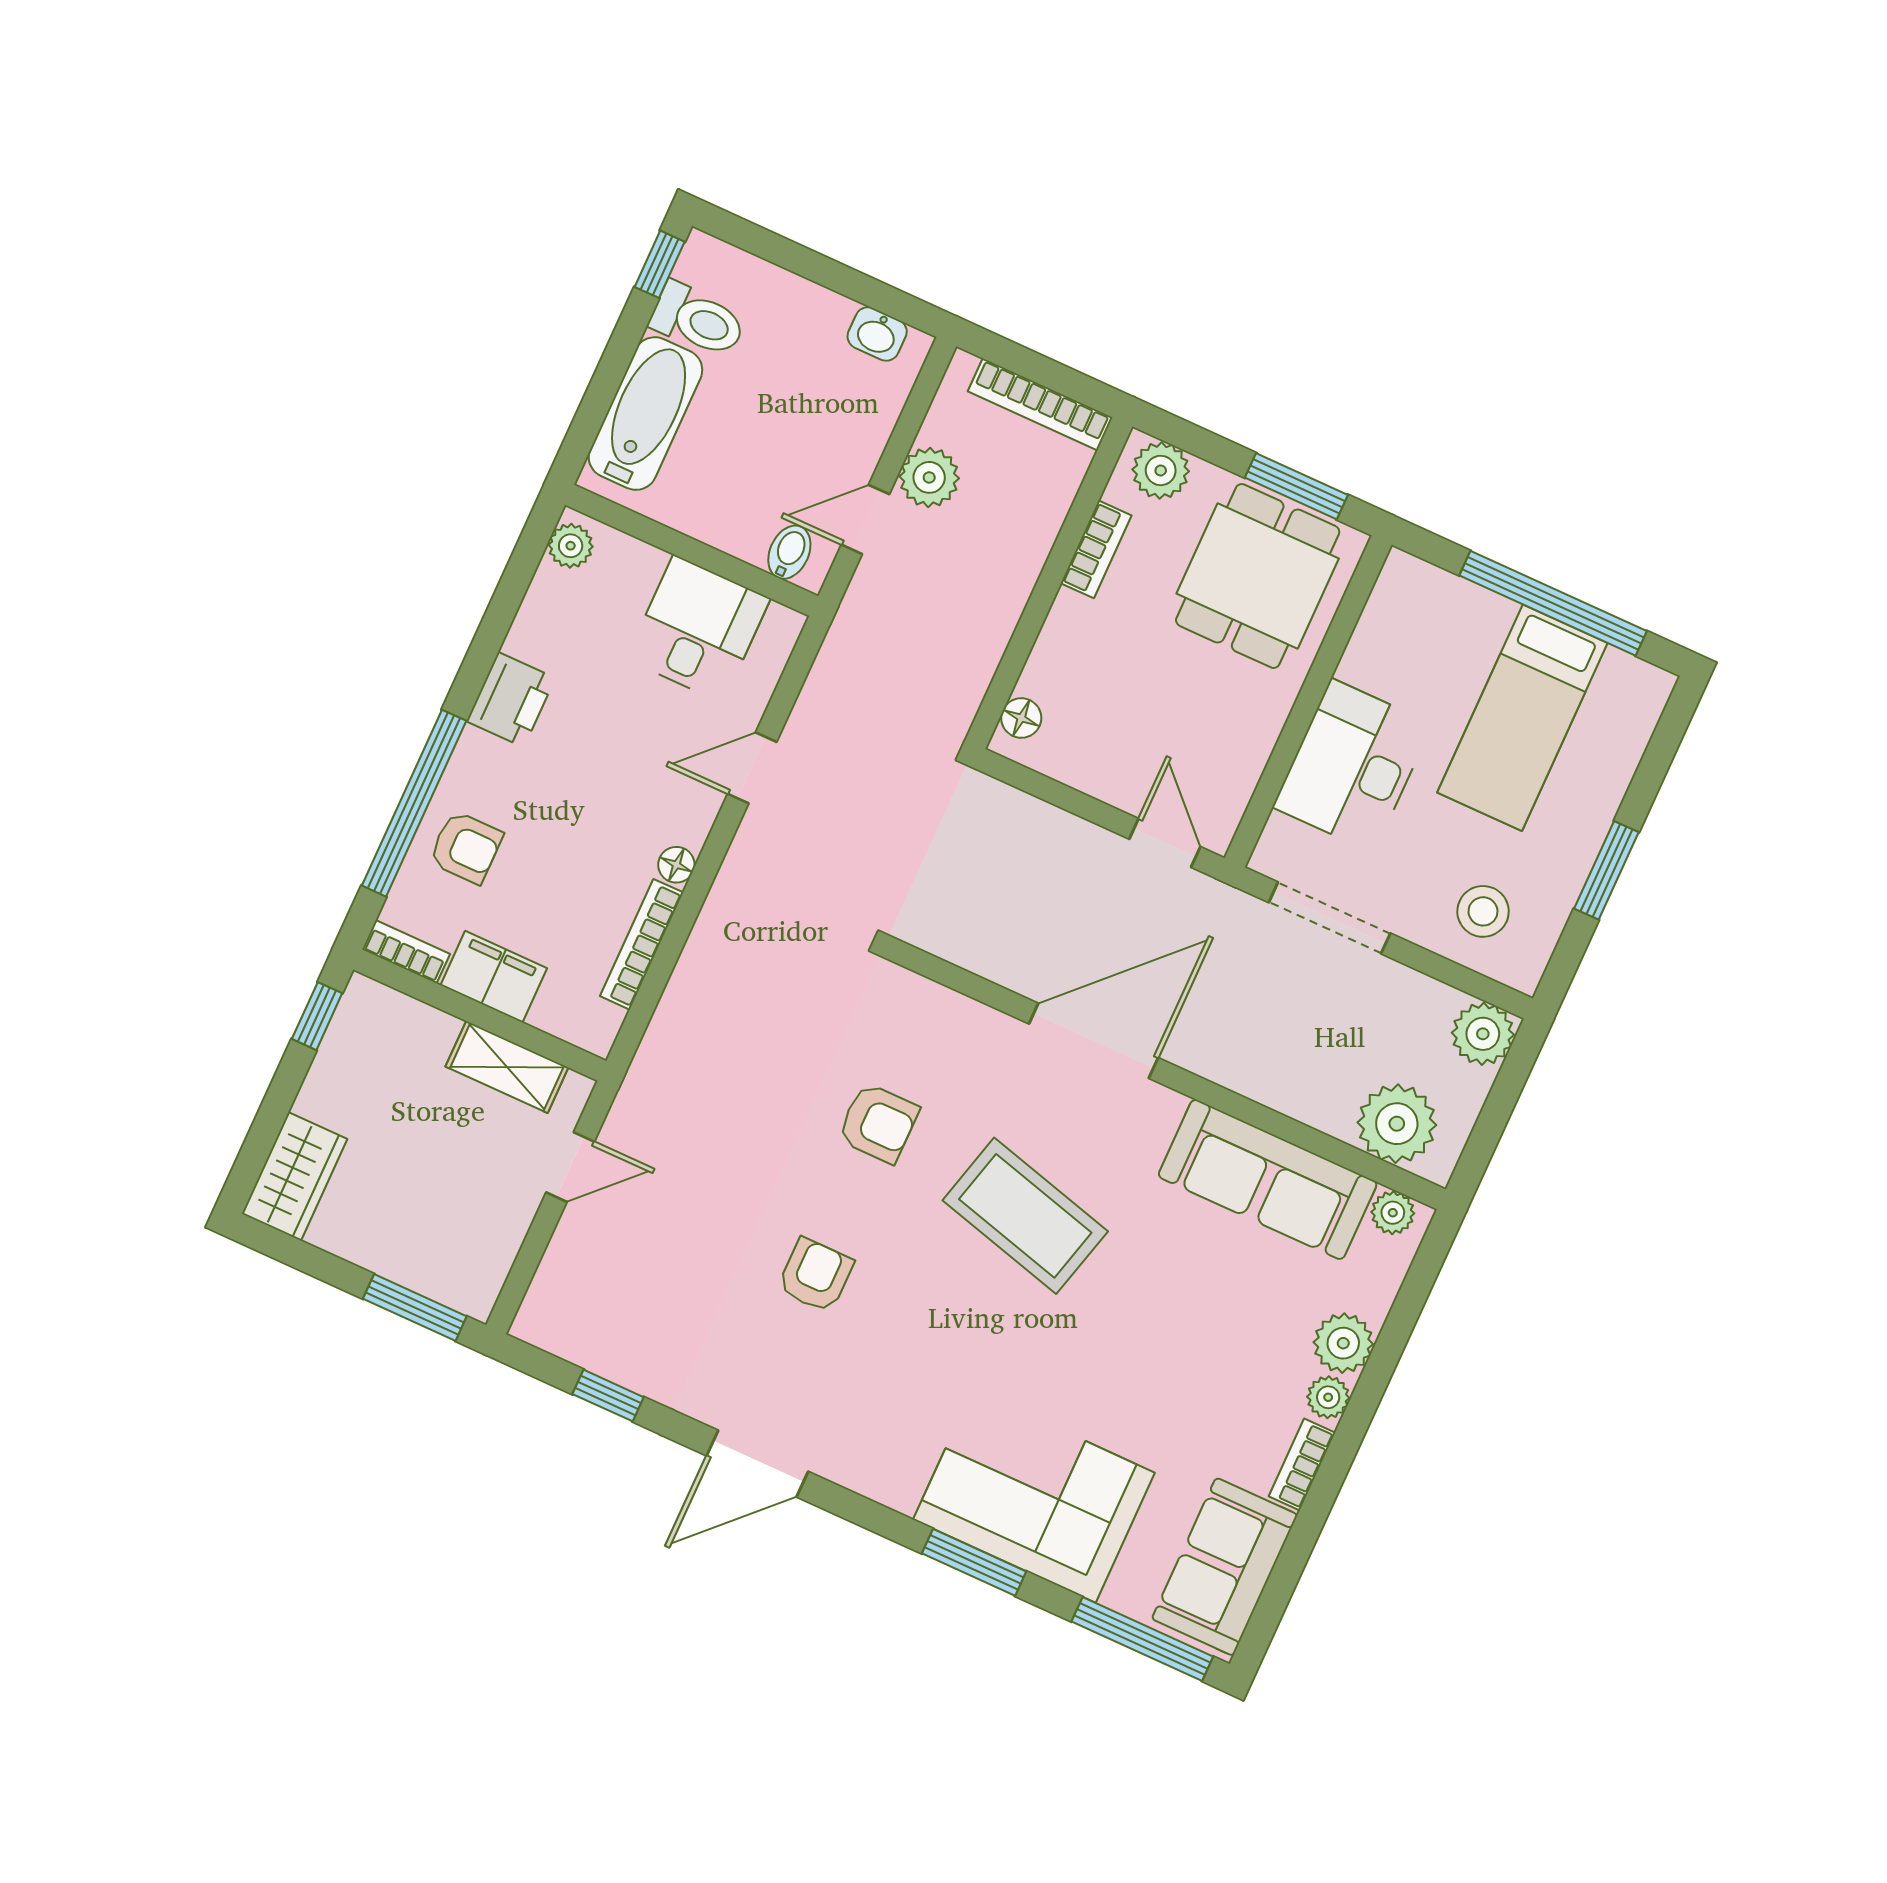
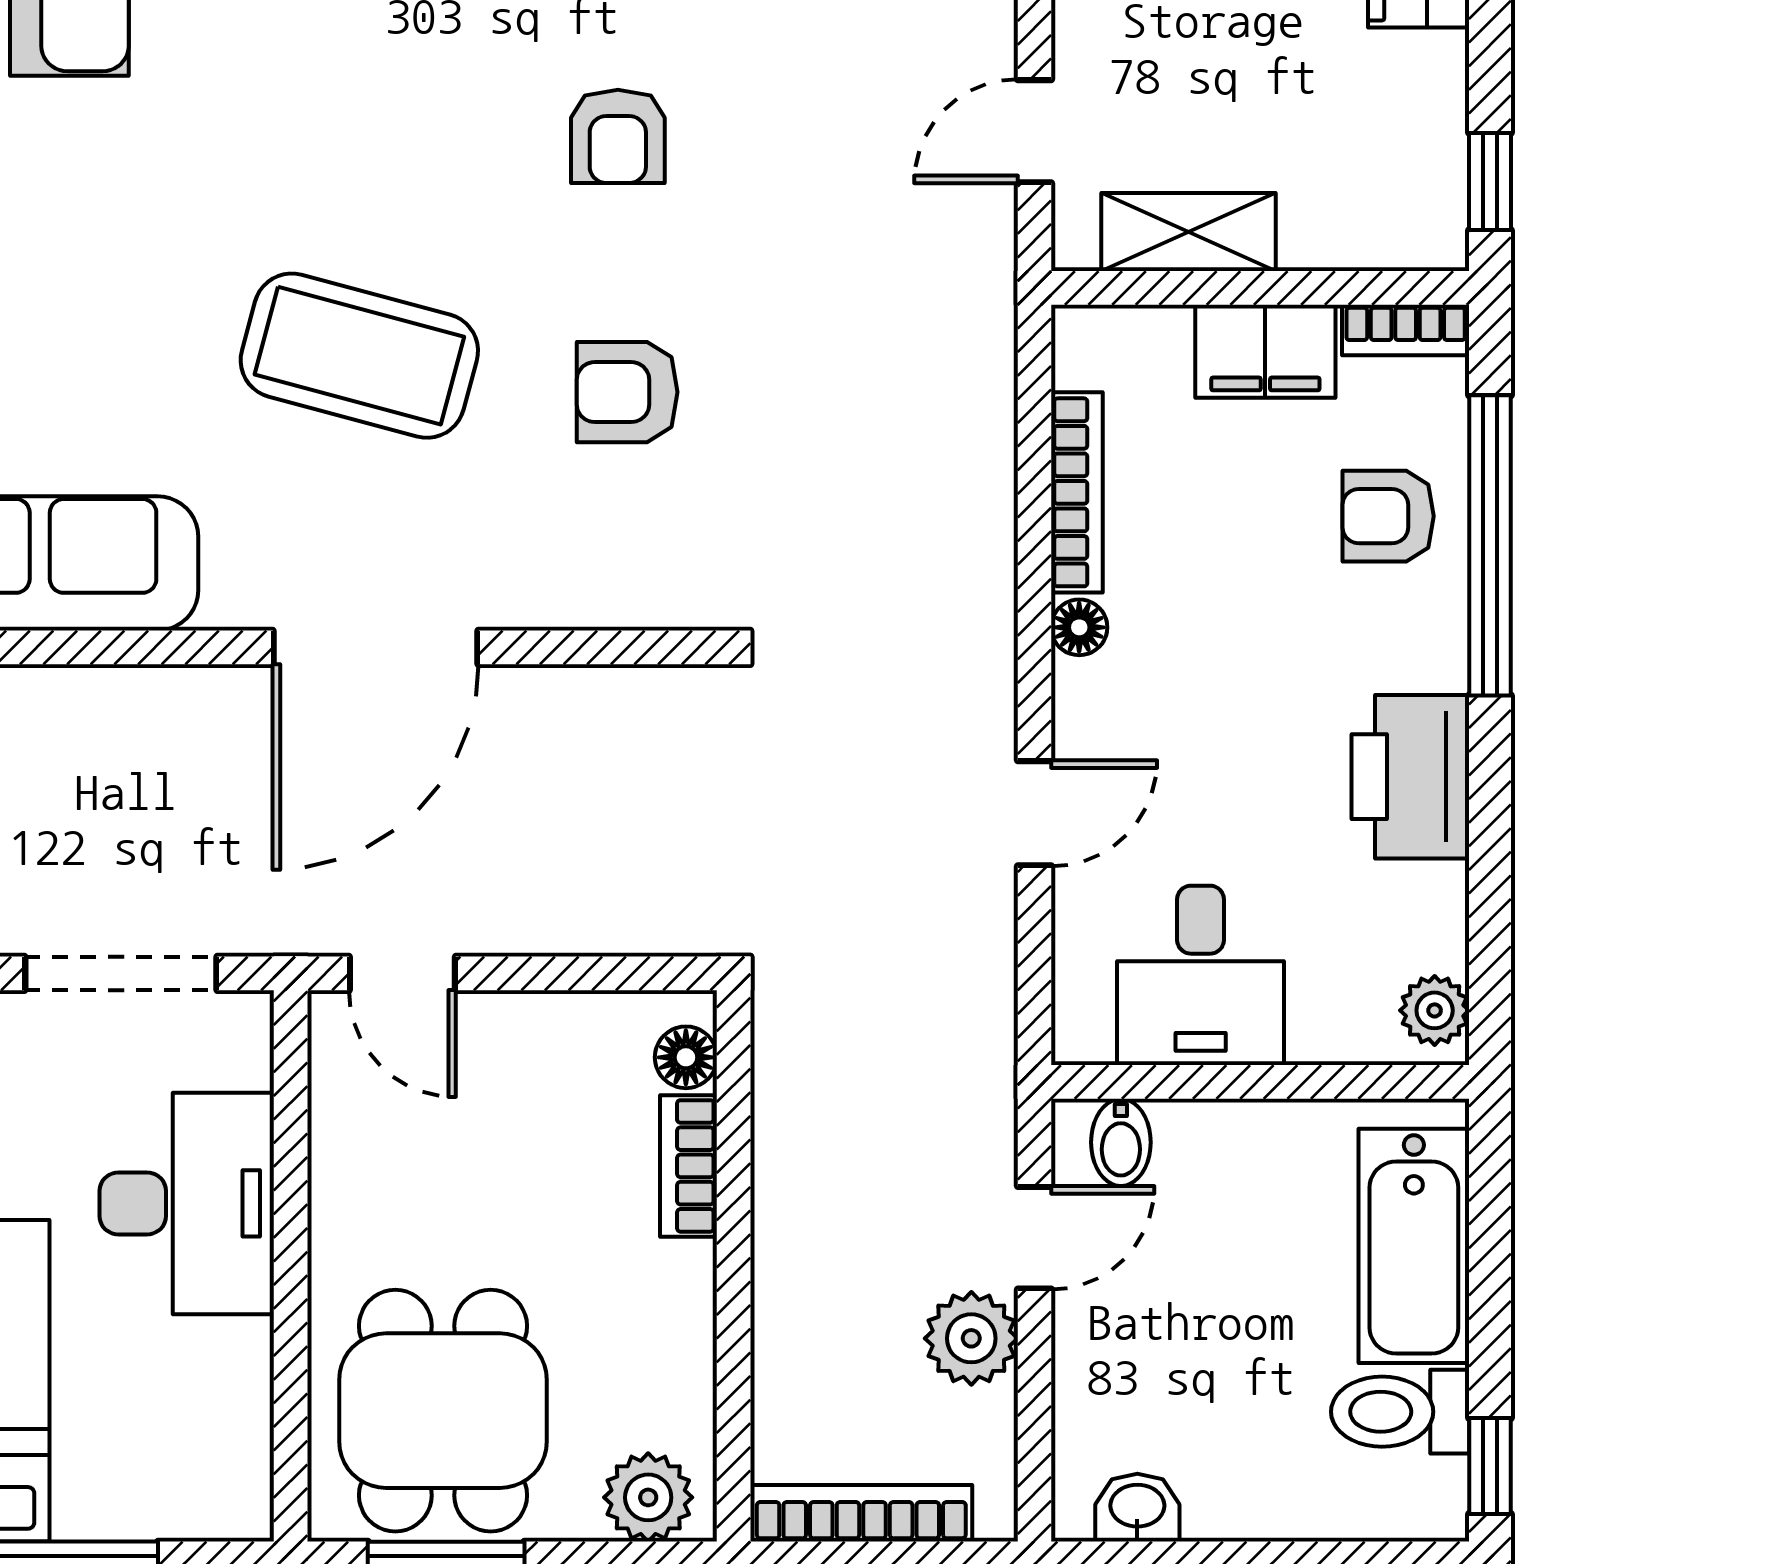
bookcase: (1096, 549) -> (689, 1166), moved
printer: (511, 700) -> (1410, 777), width x1.37, depth x1.19

